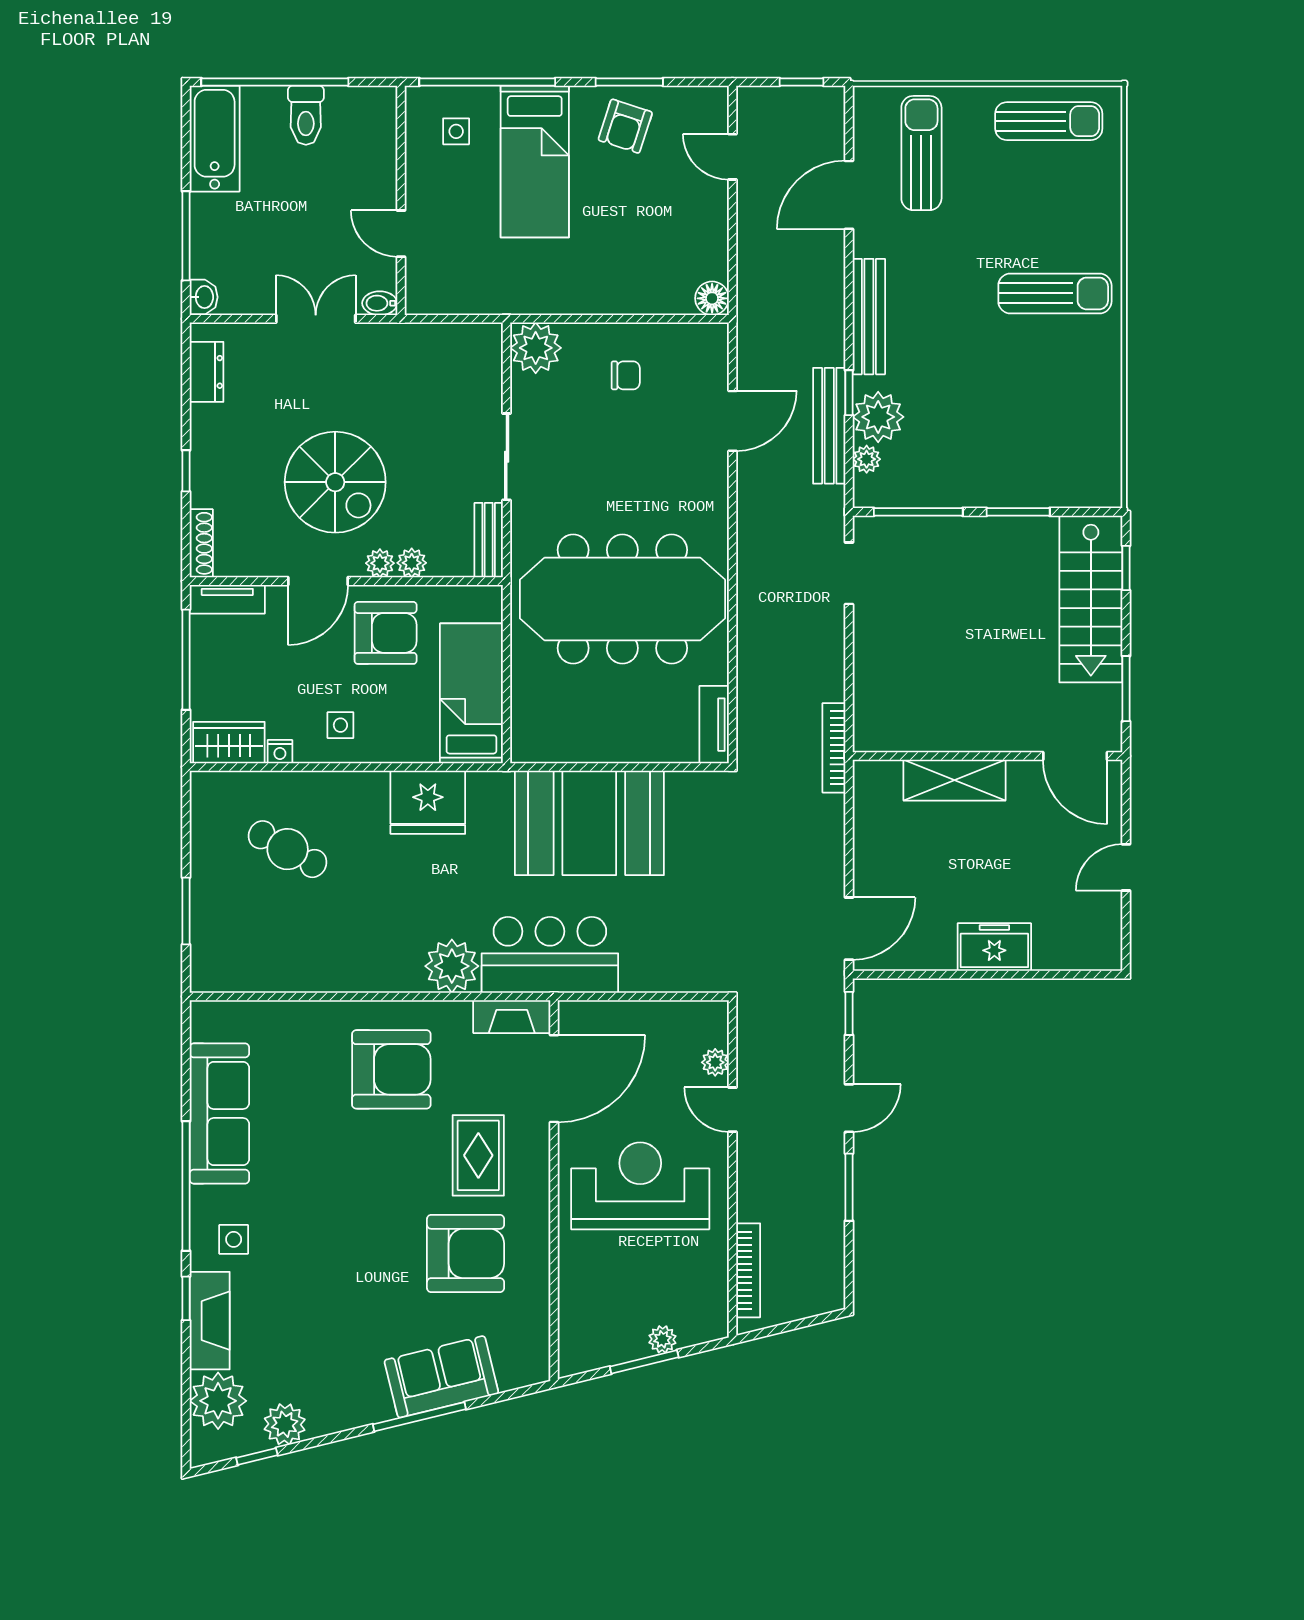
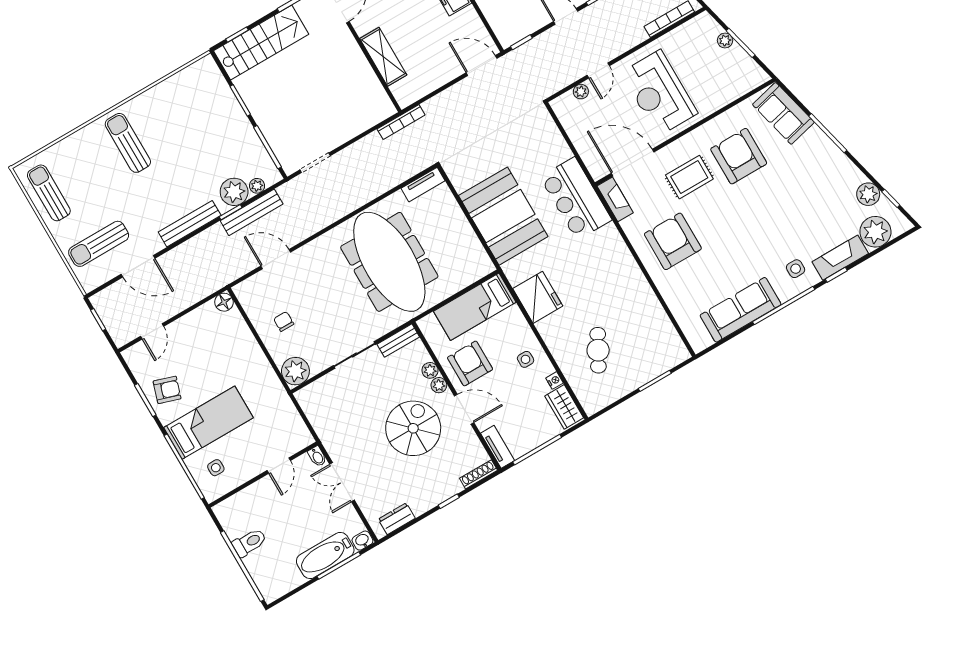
bathtub: (215, 139) -> (325, 555), moved
plant: (452, 966) -> (608, 241), removed
sofa: (441, 1377) -> (783, 113), moved

